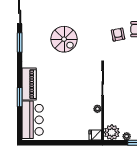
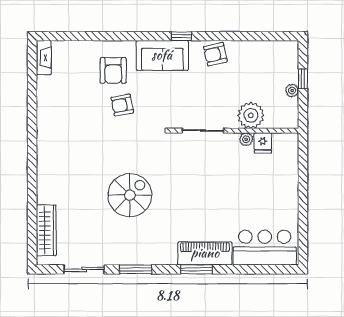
window: (20, 97) -> (196, 269), moved
plant: (112, 132) -> (251, 115), moved
fridge: (95, 135) -> (263, 143), moved

